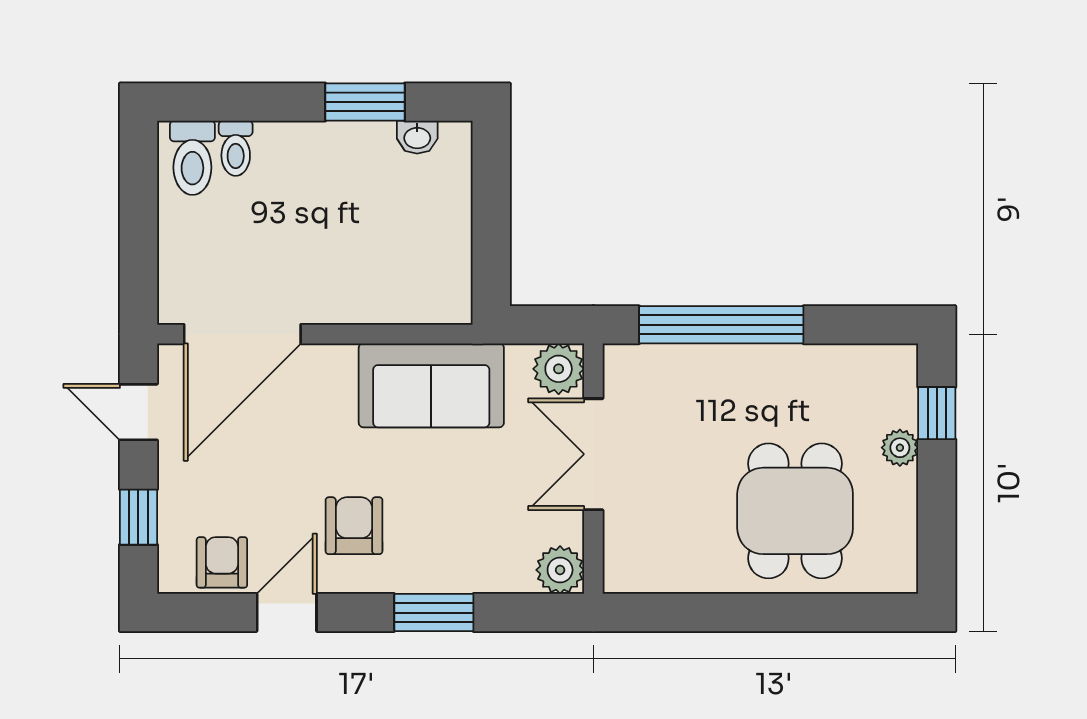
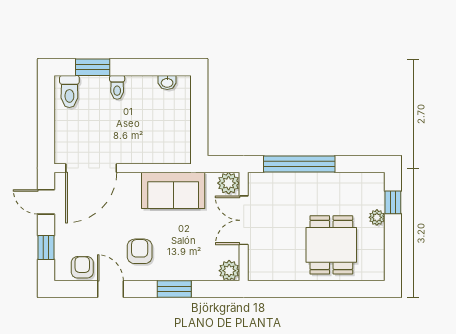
window: (365, 102) -> (93, 67), moved
toilet: (236, 148) -> (117, 87), moved
door: (287, 613) -> (110, 289), hinge flipped

